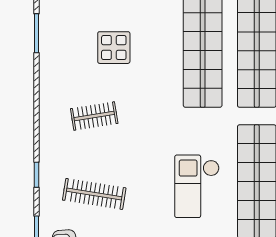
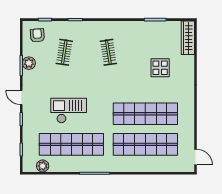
display table: (114, 48) -> (160, 68), moved
clothes rail: (94, 194) -> (64, 52), width x0.73

